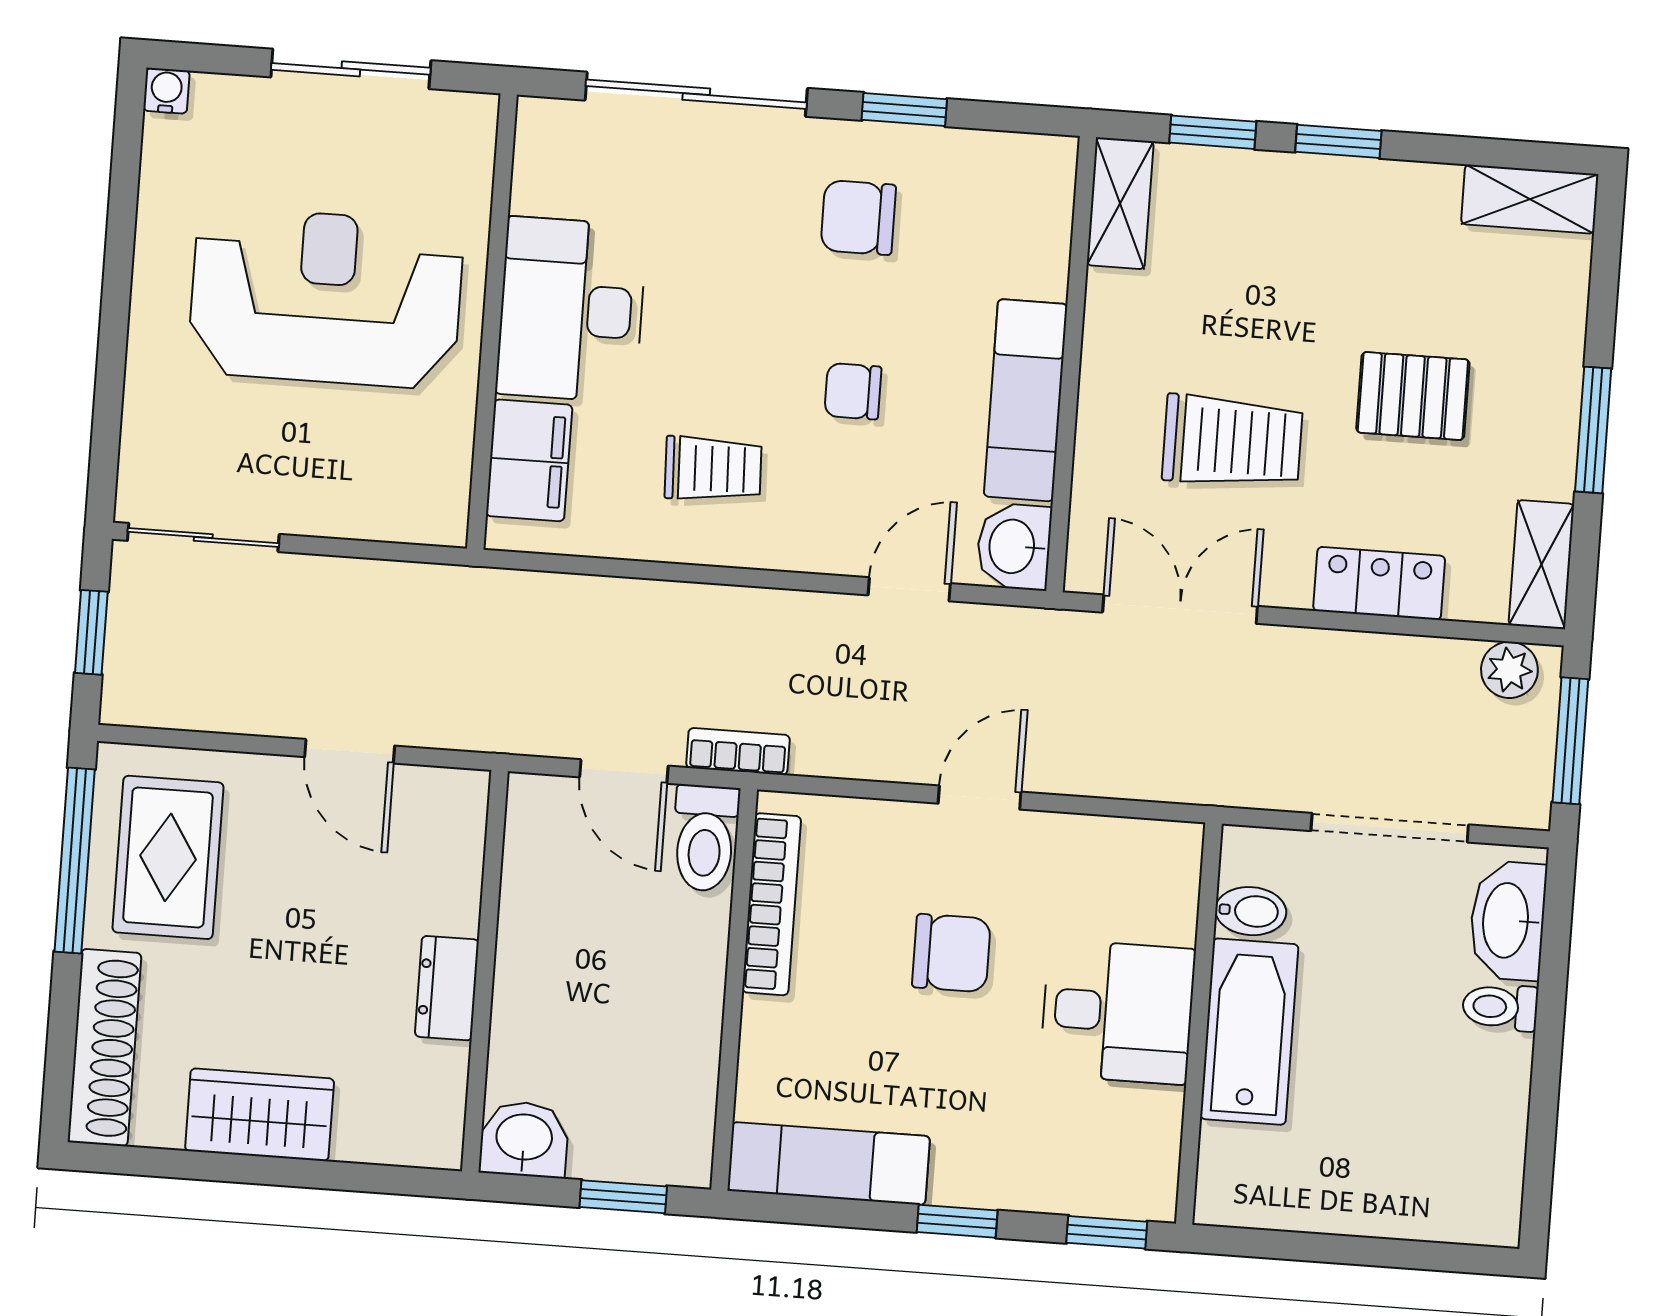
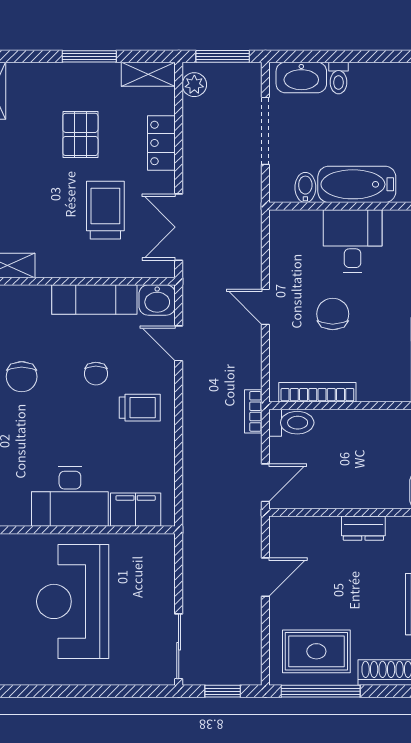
trolley: (713, 469) -> (140, 408), moved, turned 92
door: (624, 771) -> (265, 483), moved

